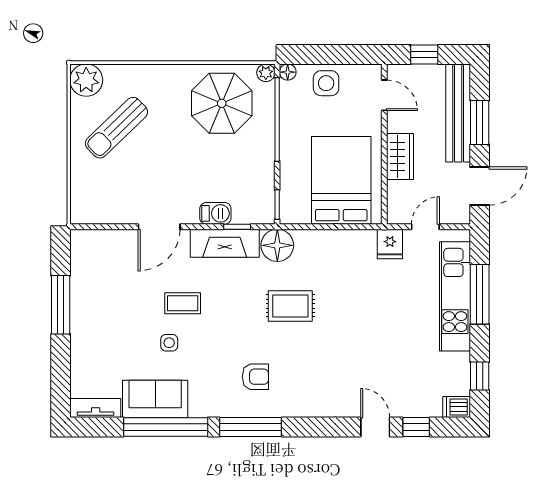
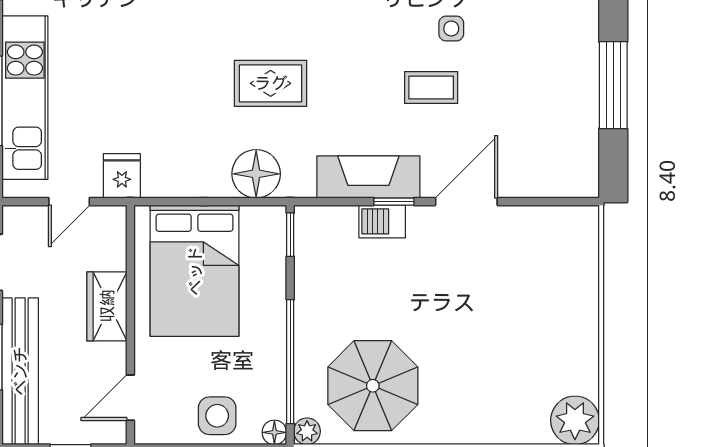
door: (384, 95) -> (130, 398), hinge flipped
sun lounger: (116, 128) -> (530, 349), removed
window: (237, 227) -> (394, 202), moved
floor lamp: (277, 245) -> (256, 174), moved

